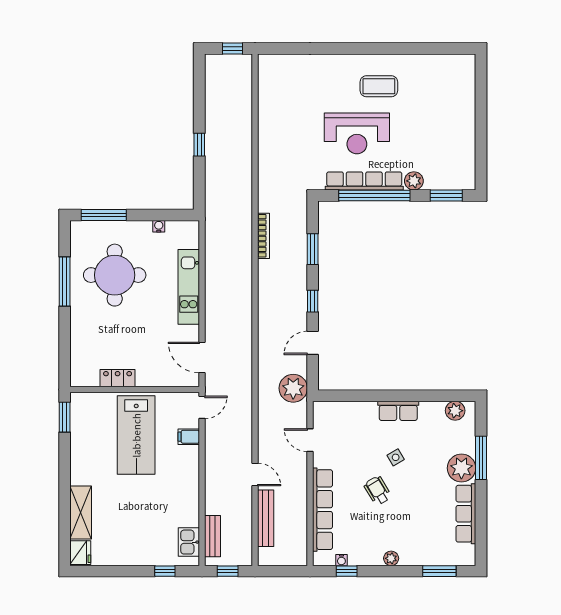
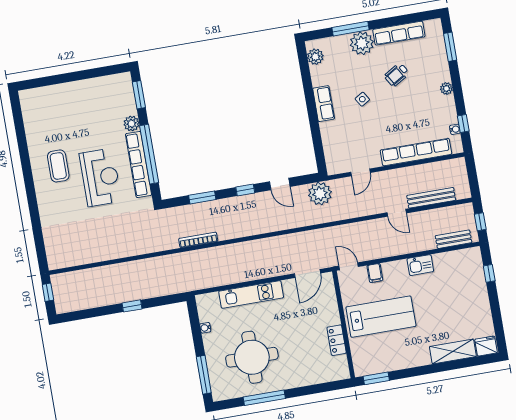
door: (255, 475) -> (397, 213), swing flipped
wheelchair: (378, 491) -> (397, 75), moved
kitchen sink: (189, 542) -> (420, 265), moved

